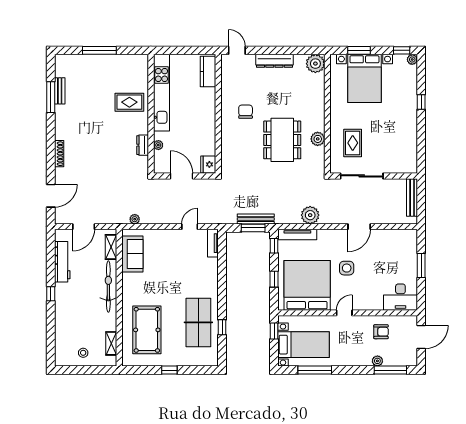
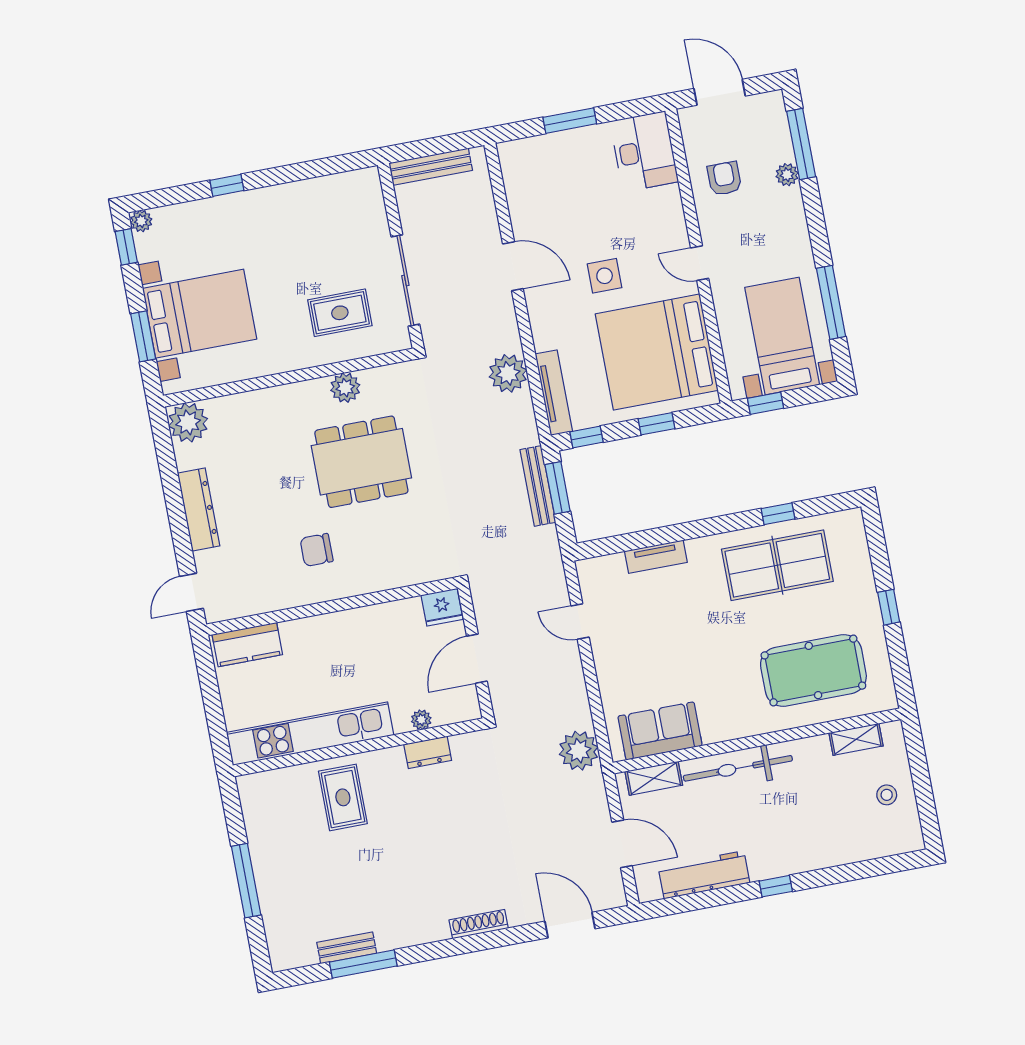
plant: (135, 219) -> (579, 751), width x1.88, depth x1.88
tv unit: (213, 243) -> (656, 557), moved

